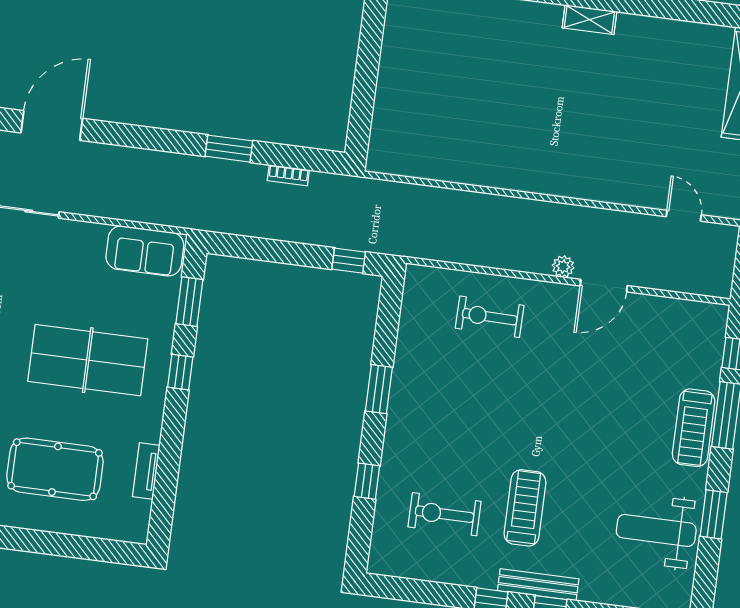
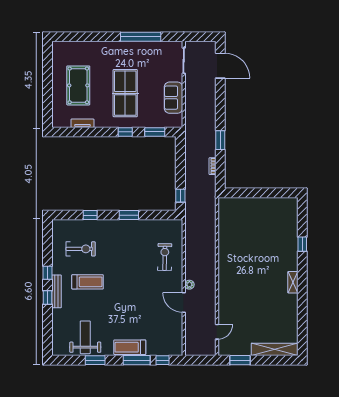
sofa: (145, 251) -> (173, 98), moved
exercise bike: (445, 514) -> (81, 249), turned 90

